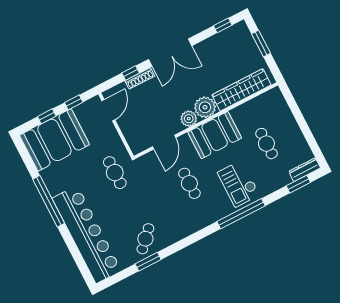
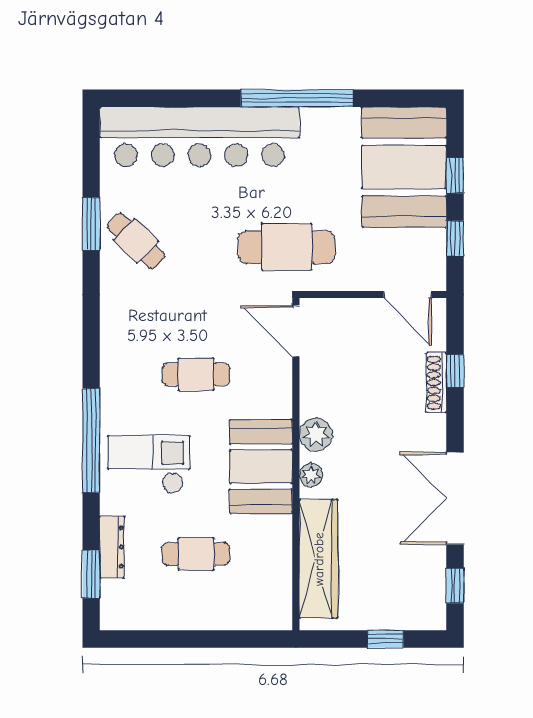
window: (261, 43) -> (385, 639), width x0.67
double door: (170, 53) -> (455, 498), moved
plant: (205, 107) -> (311, 475), width x0.53, depth x0.53
door: (164, 142) -> (296, 331), moved
dresser: (305, 170) -> (112, 547), moved
cafe table: (115, 173) -> (287, 247), width x1.37, depth x1.35

